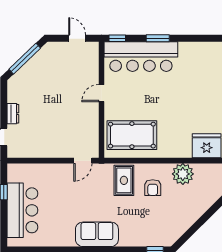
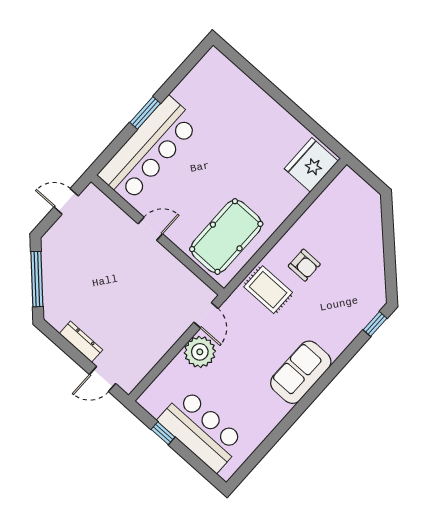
window: (117, 38) -> (105, 157), removed
door: (102, 93) -> (150, 229), swing flipped
dresser: (13, 114) -> (81, 342), width x1.44
plant: (183, 174) -> (200, 352), moved

